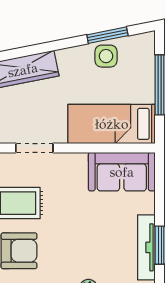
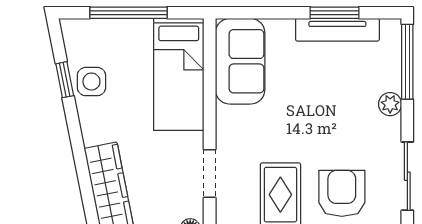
window: (107, 35) -> (65, 80), width x0.67

